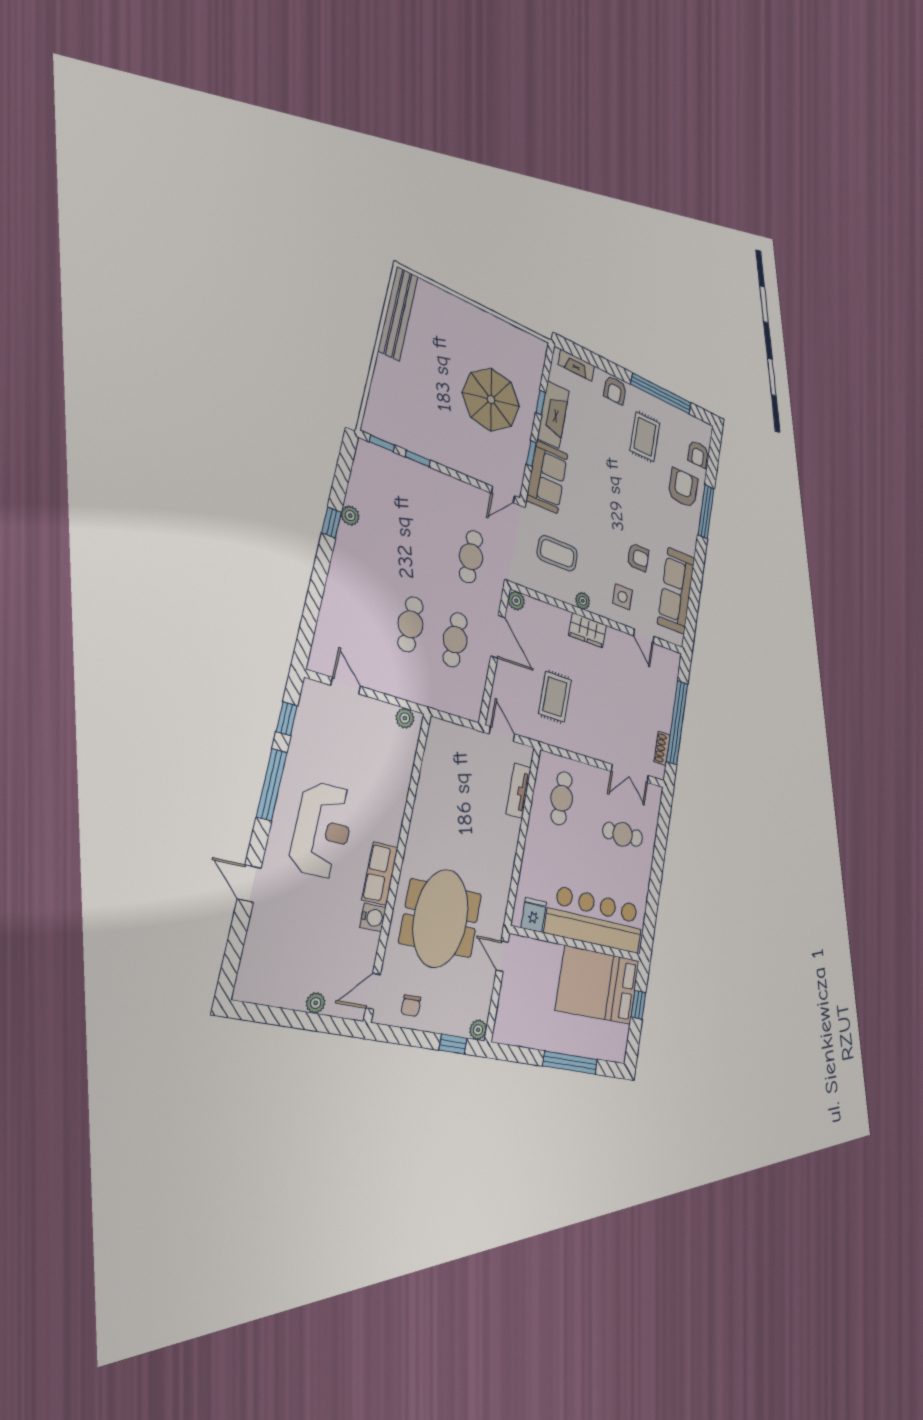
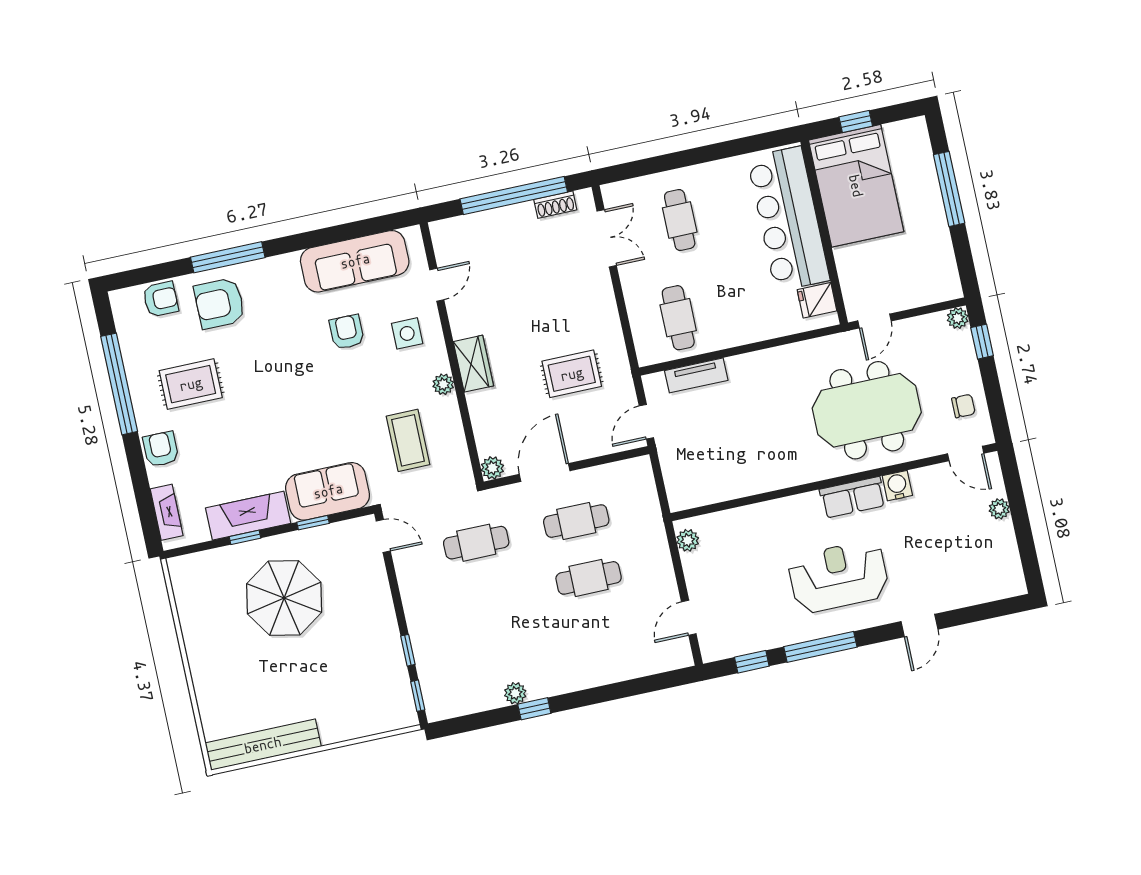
armchair: (615, 390) -> (161, 449), turned -90
cafe table: (562, 798) -> (678, 318), turned 90

